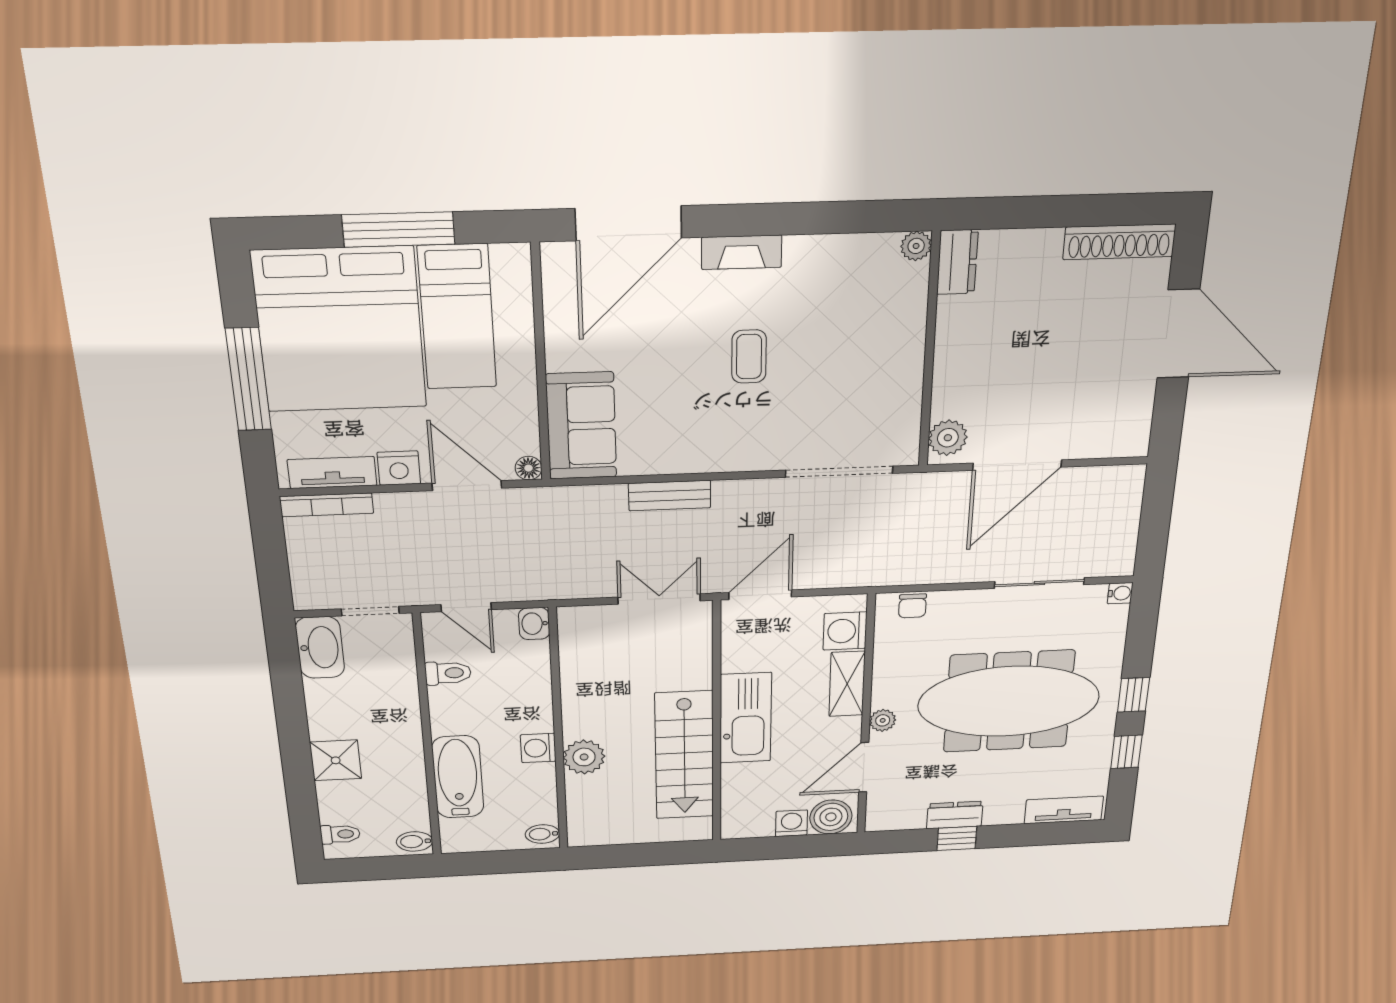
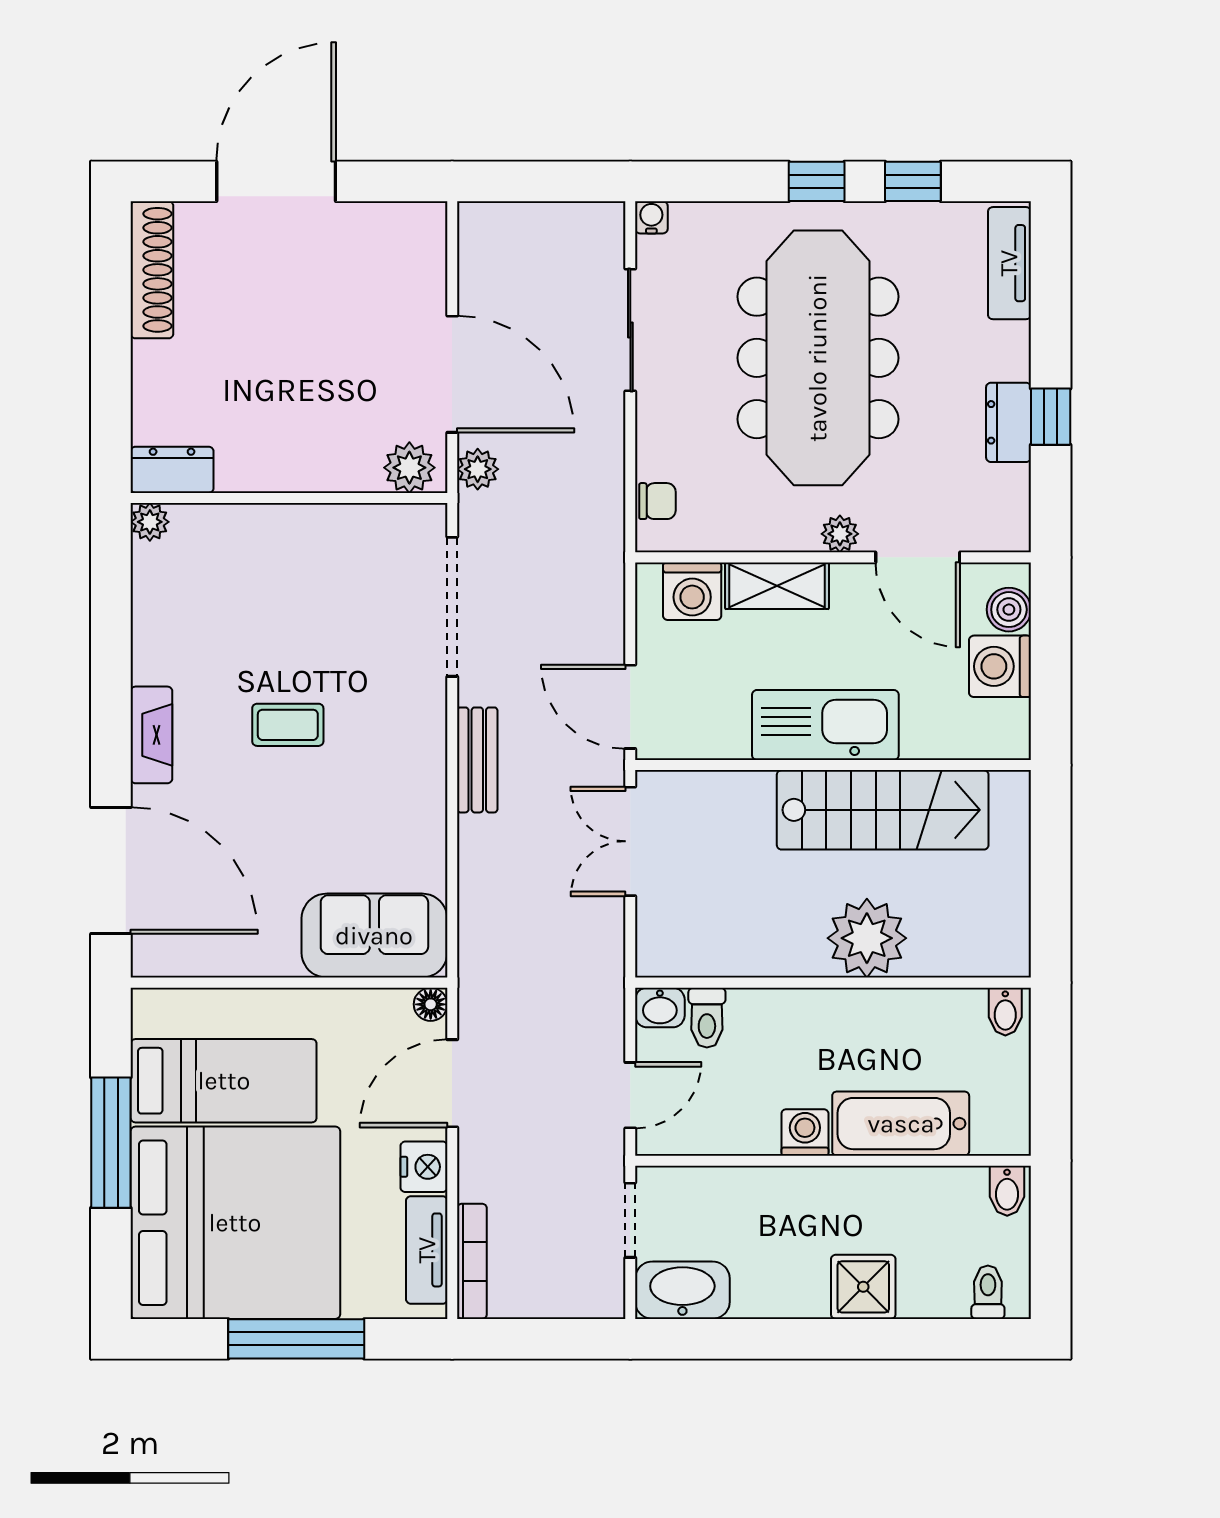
plant: (944, 485) -> (478, 469), added
bench: (670, 496) -> (477, 760), moved
toilet: (448, 673) -> (707, 1018), moved, turned 180
washing machine: (538, 748) -> (805, 1132), moved, turned 180
plant: (584, 757) -> (867, 938), width x1.36, depth x1.36
boiler: (831, 817) -> (1009, 610), width x0.73, depth x0.73
washing machine: (791, 823) -> (1000, 666), width x1.38, depth x1.38

